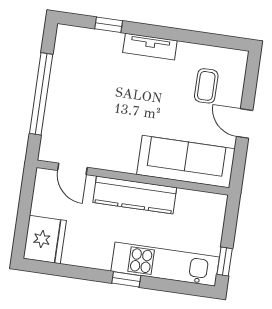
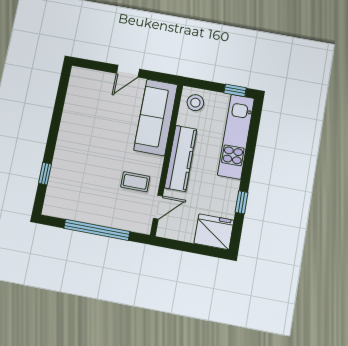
tv unit: (150, 47) -> (64, 142), removed
coffee table: (206, 86) -> (135, 182), moved
stool: (207, 211) -> (195, 103), added
window: (126, 279) -> (242, 202), moved

